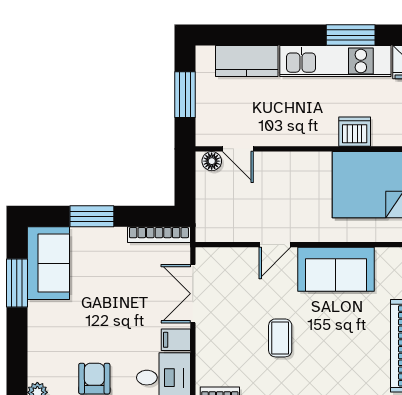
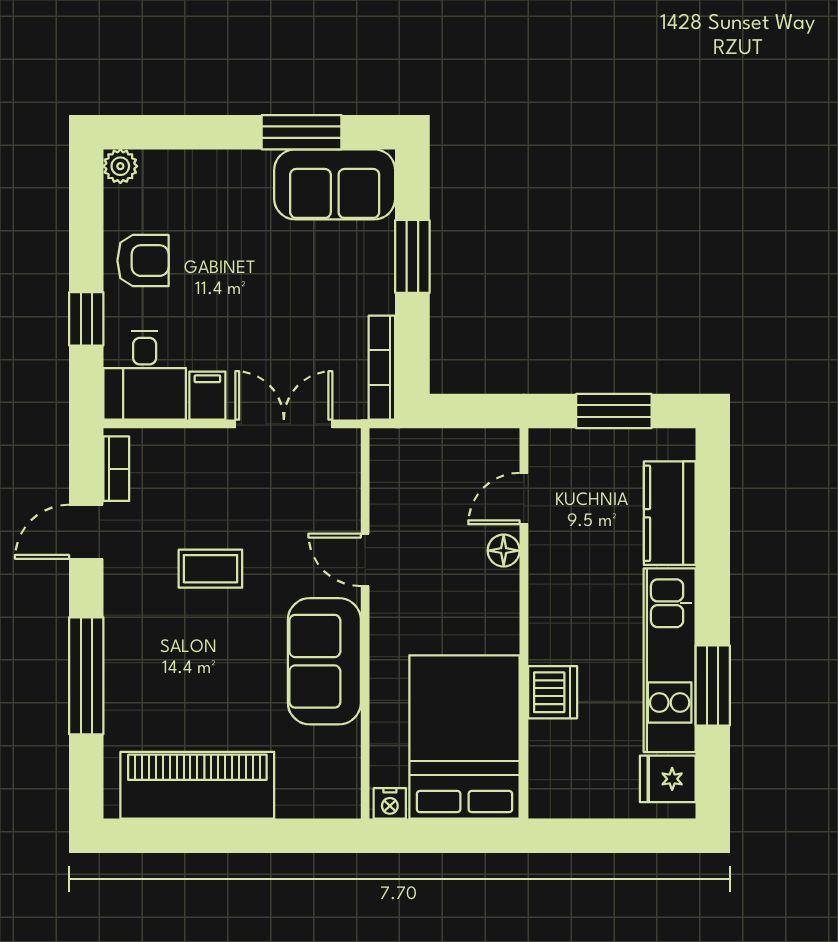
floor lamp: (212, 161) -> (504, 551), moved

